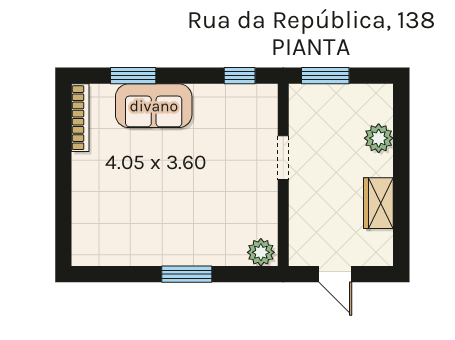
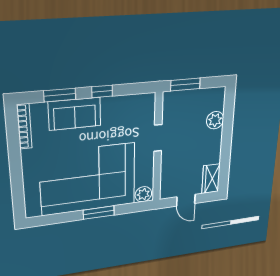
window: (240, 76) -> (102, 91), moved
wardrobe: (378, 203) -> (211, 179), moved
corner sofa: (171, 213) -> (88, 179), added

